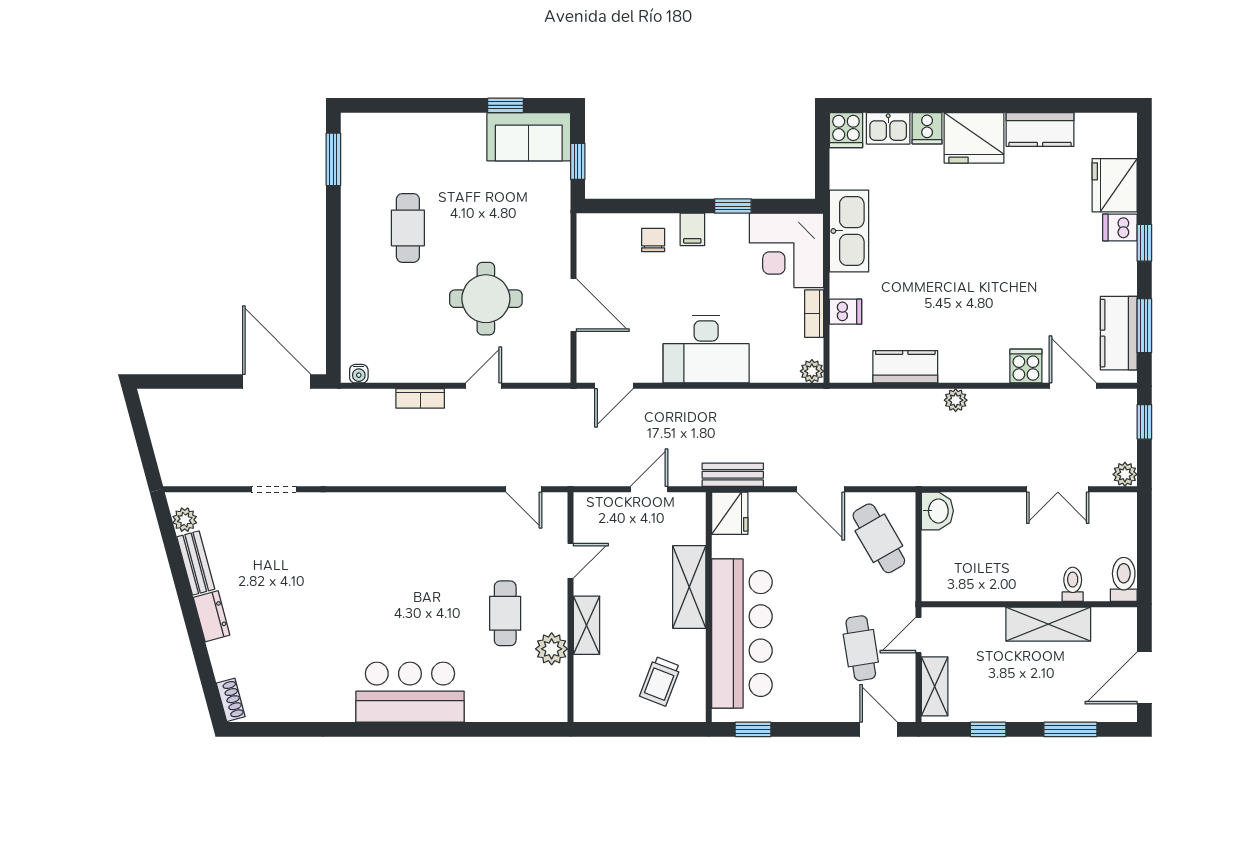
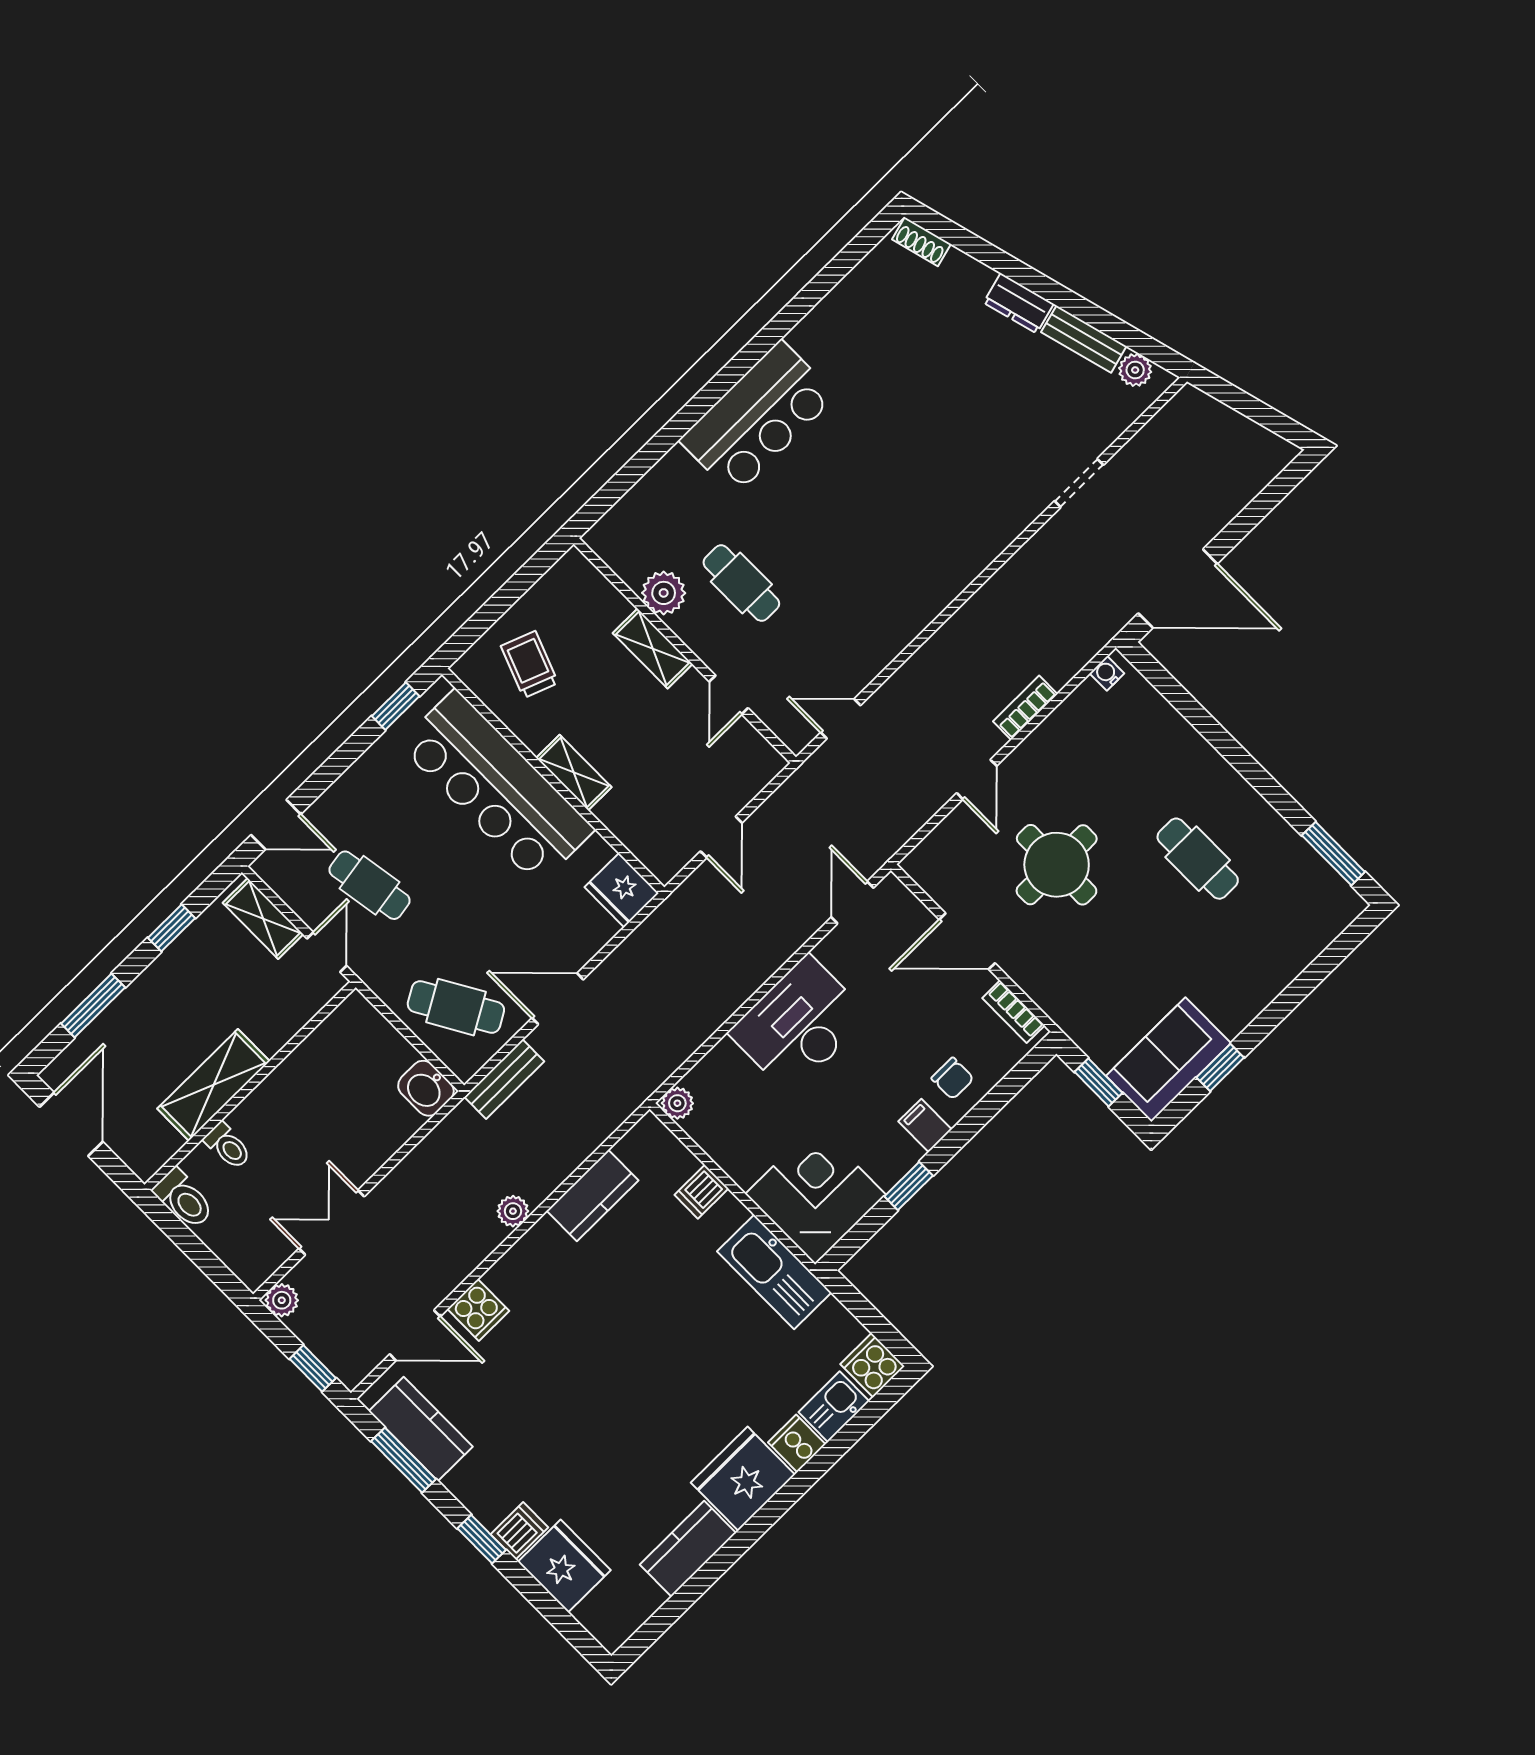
bookcase: (814, 314) -> (1013, 1012), moved, turned 180
bench: (733, 475) -> (504, 1079), moved
shelving: (689, 587) -> (574, 773), width x0.67, depth x0.75

